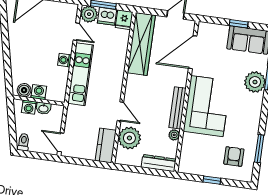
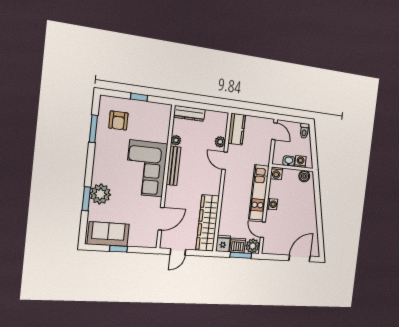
door: (193, 52) -> (161, 219), width x0.73
washing machine: (39, 92) -> (276, 173), moved
plant: (129, 138) -> (220, 142), width x0.53, depth x0.53

